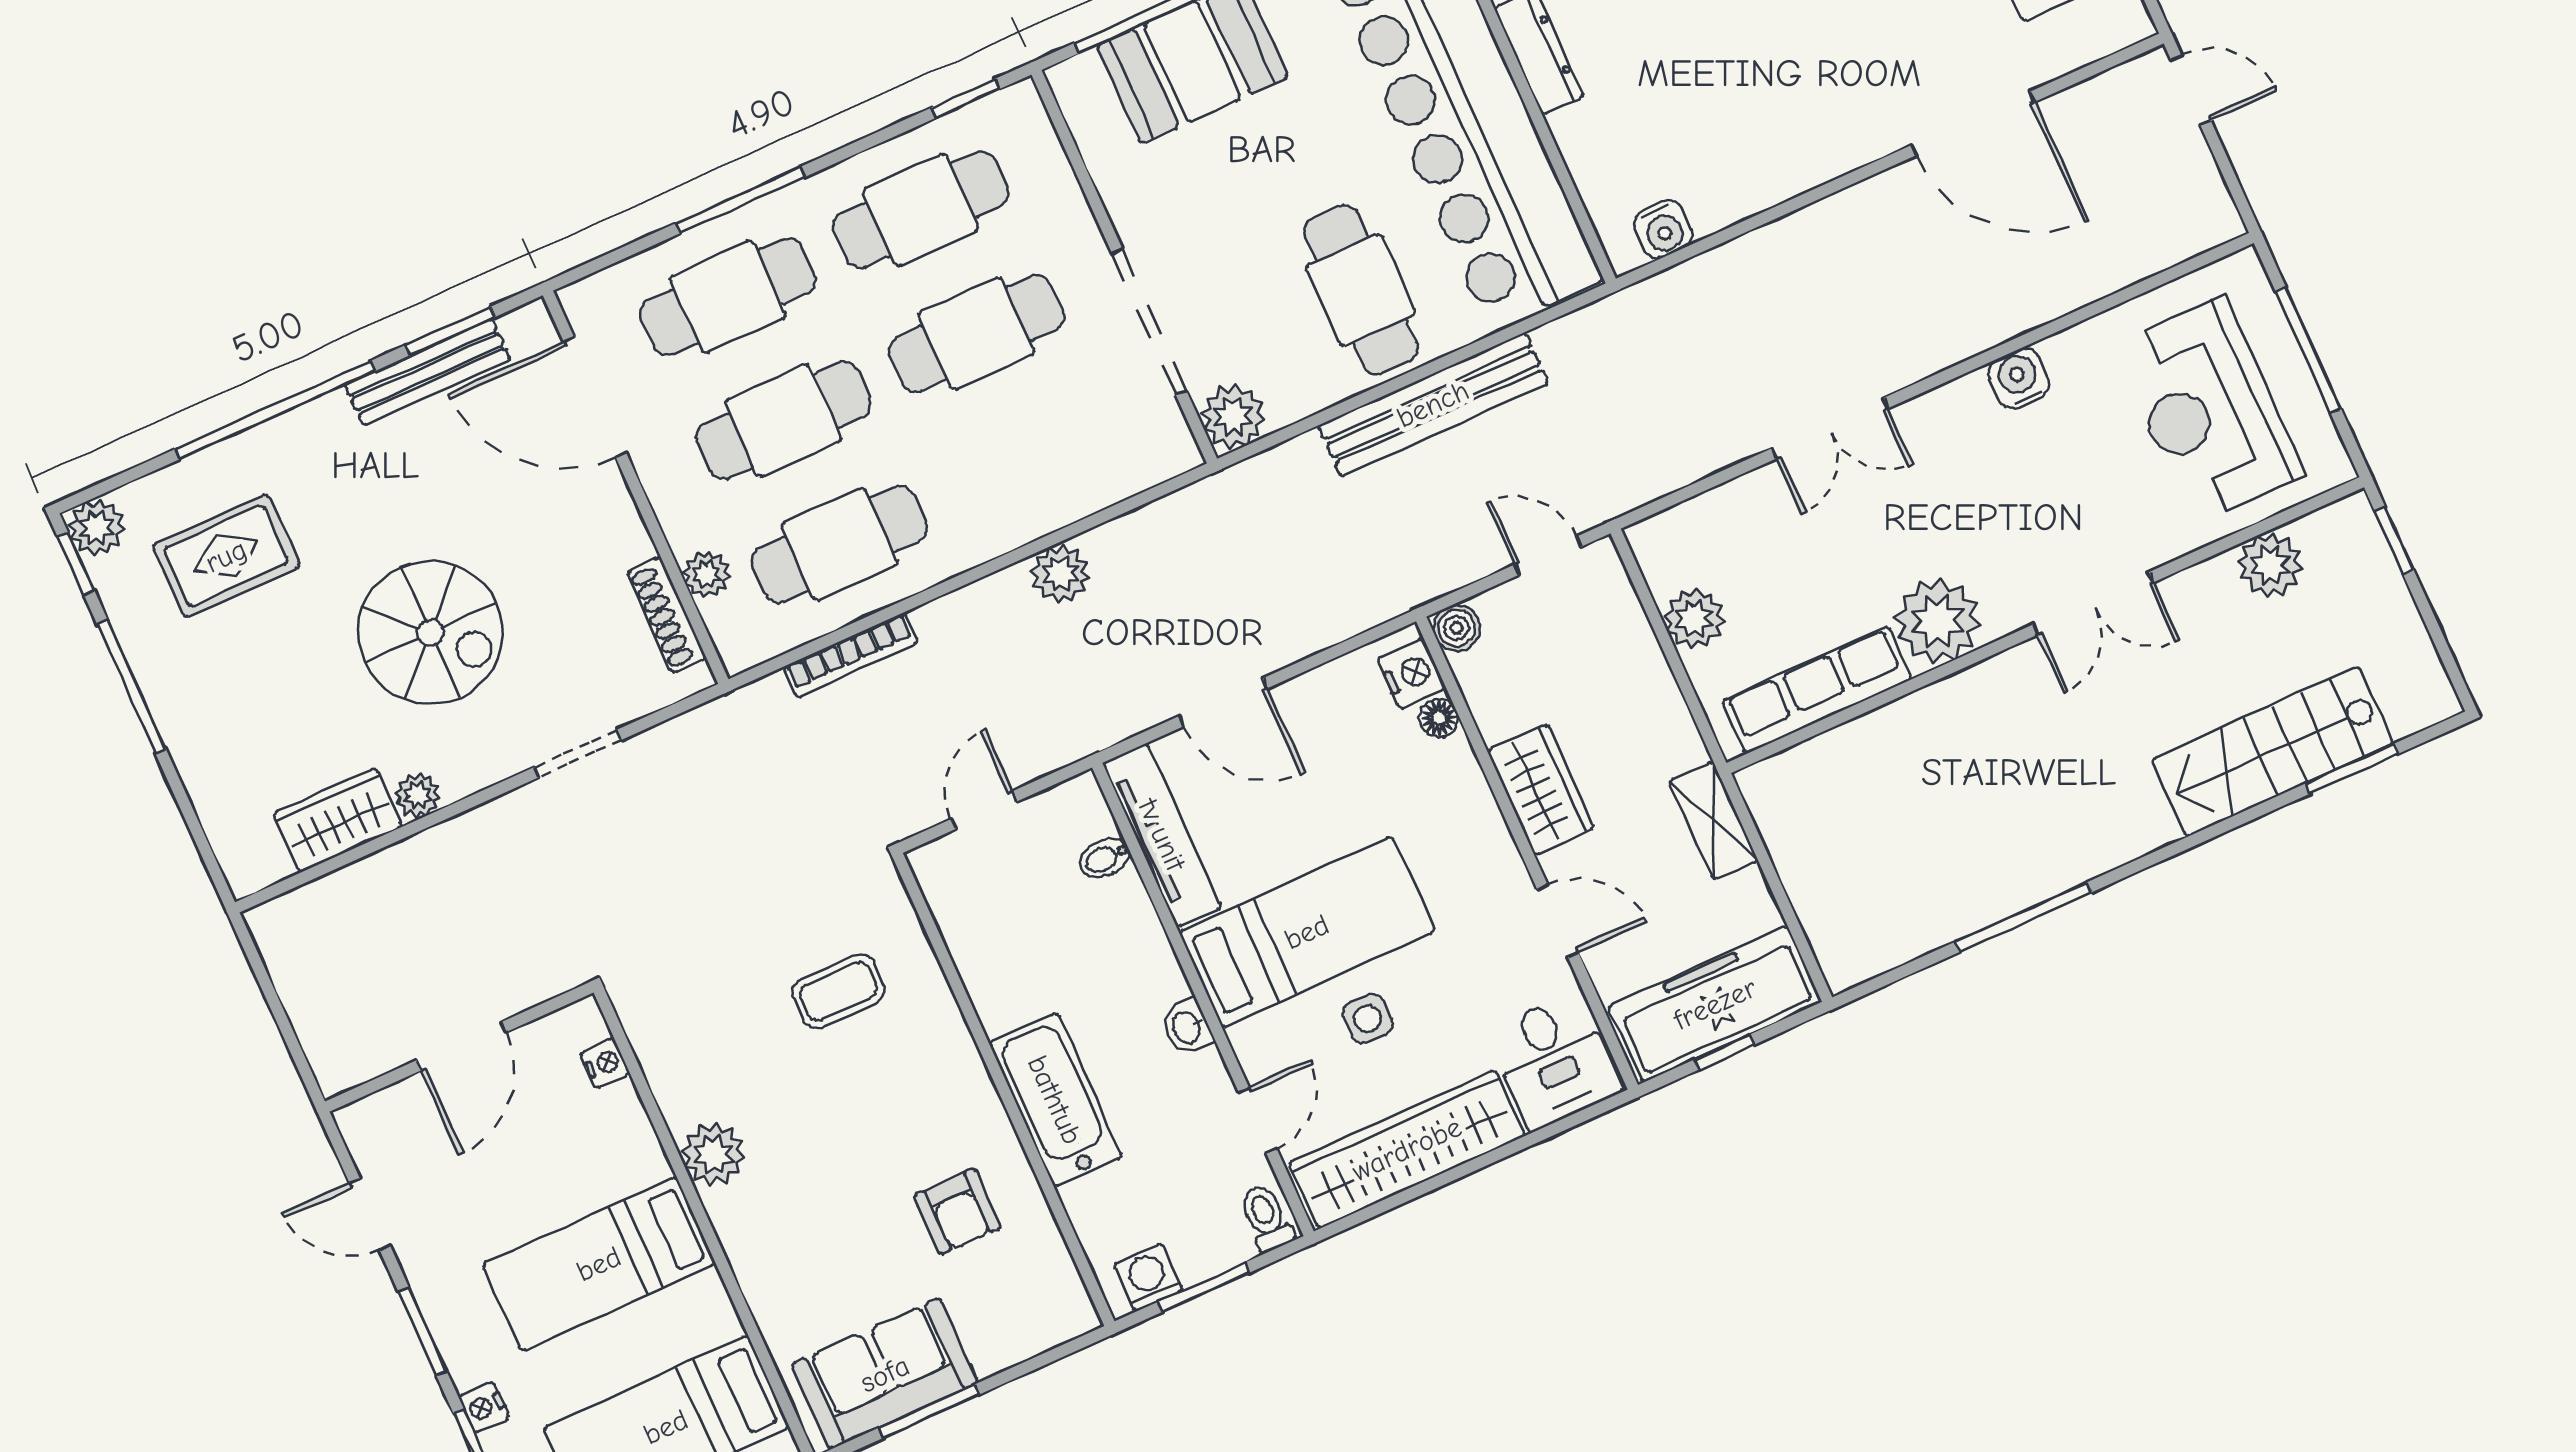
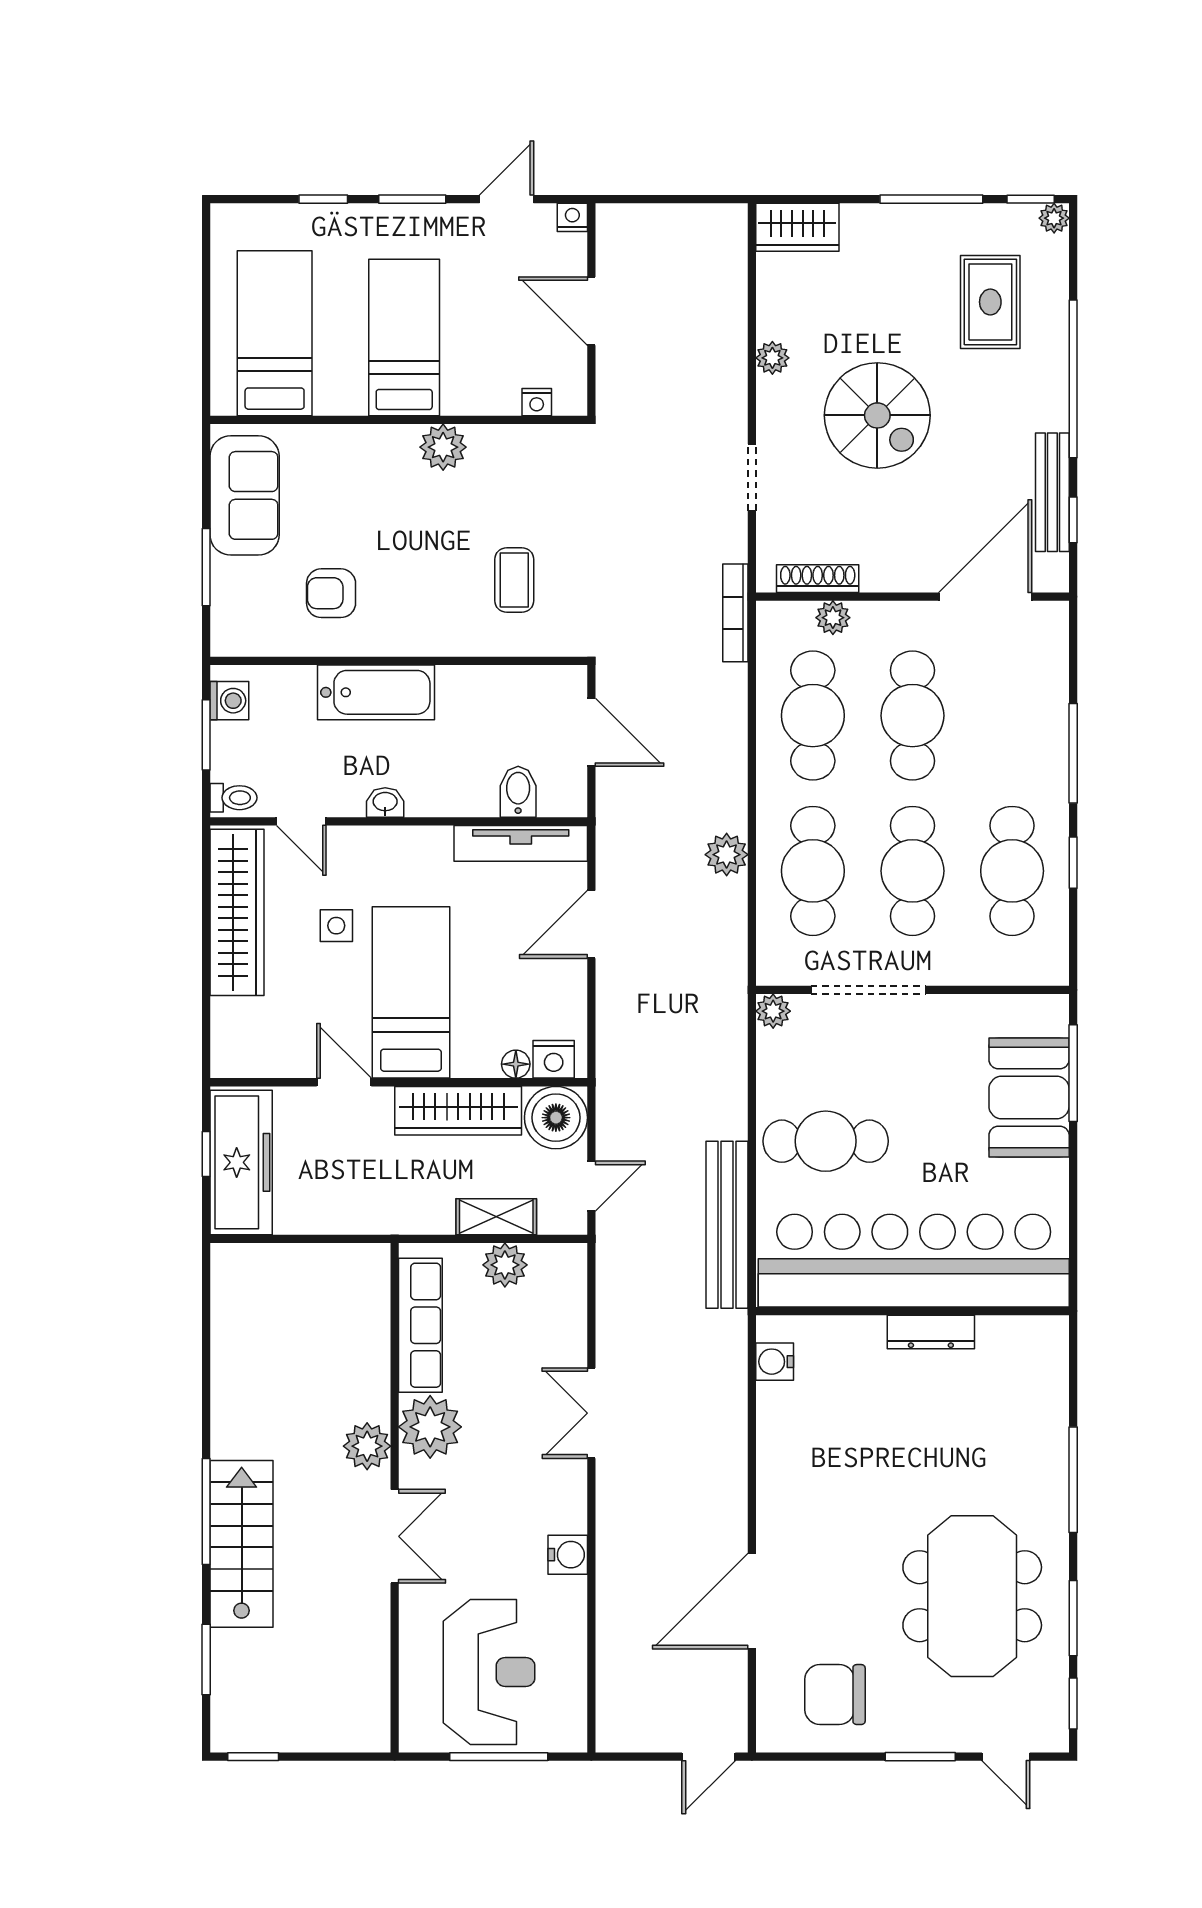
window: (966, 98) -> (1073, 863), moved
cafe table: (728, 297) -> (813, 871), moved
window: (450, 331) -> (1073, 520), width x0.67
bench: (1433, 404) -> (727, 1225), moved
reception desk: (2209, 410) -> (489, 1672), turned 90
plant: (1233, 416) -> (773, 1011), width x0.73, depth x0.73
plant: (96, 528) -> (1054, 218), width x0.73, depth x0.73
window: (2394, 540) -> (253, 1757), moved
plant: (2270, 565) -> (367, 1446), moved
double door: (2093, 603) -> (395, 1536), swing flipped
boiler: (1457, 628) -> (556, 1118), width x1.86, depth x1.86
spiral stairs: (430, 633) -> (877, 415), turned -90
bookcase: (851, 655) -> (735, 613), moved
stairs: (2272, 752) -> (242, 1544), moved
wardrobe: (1541, 789) -> (458, 1111), width x1.50
door: (984, 810) -> (591, 732), width x1.37
wardrobe: (337, 820) -> (797, 227), moved, turned 90
shelving: (1713, 820) -> (496, 1217), moved
bidet: (1105, 858) -> (518, 792), width x1.38, depth x1.36
window: (2024, 917) -> (206, 1512), moved
door: (1558, 921) -> (344, 1082), swing flipped
bed: (1307, 932) -> (411, 992), moved, turned 180
desk: (1554, 1061) -> (252, 1037), removed
nightstand: (484, 1407) -> (572, 217), moved
window: (929, 1411) -> (206, 567), moved

